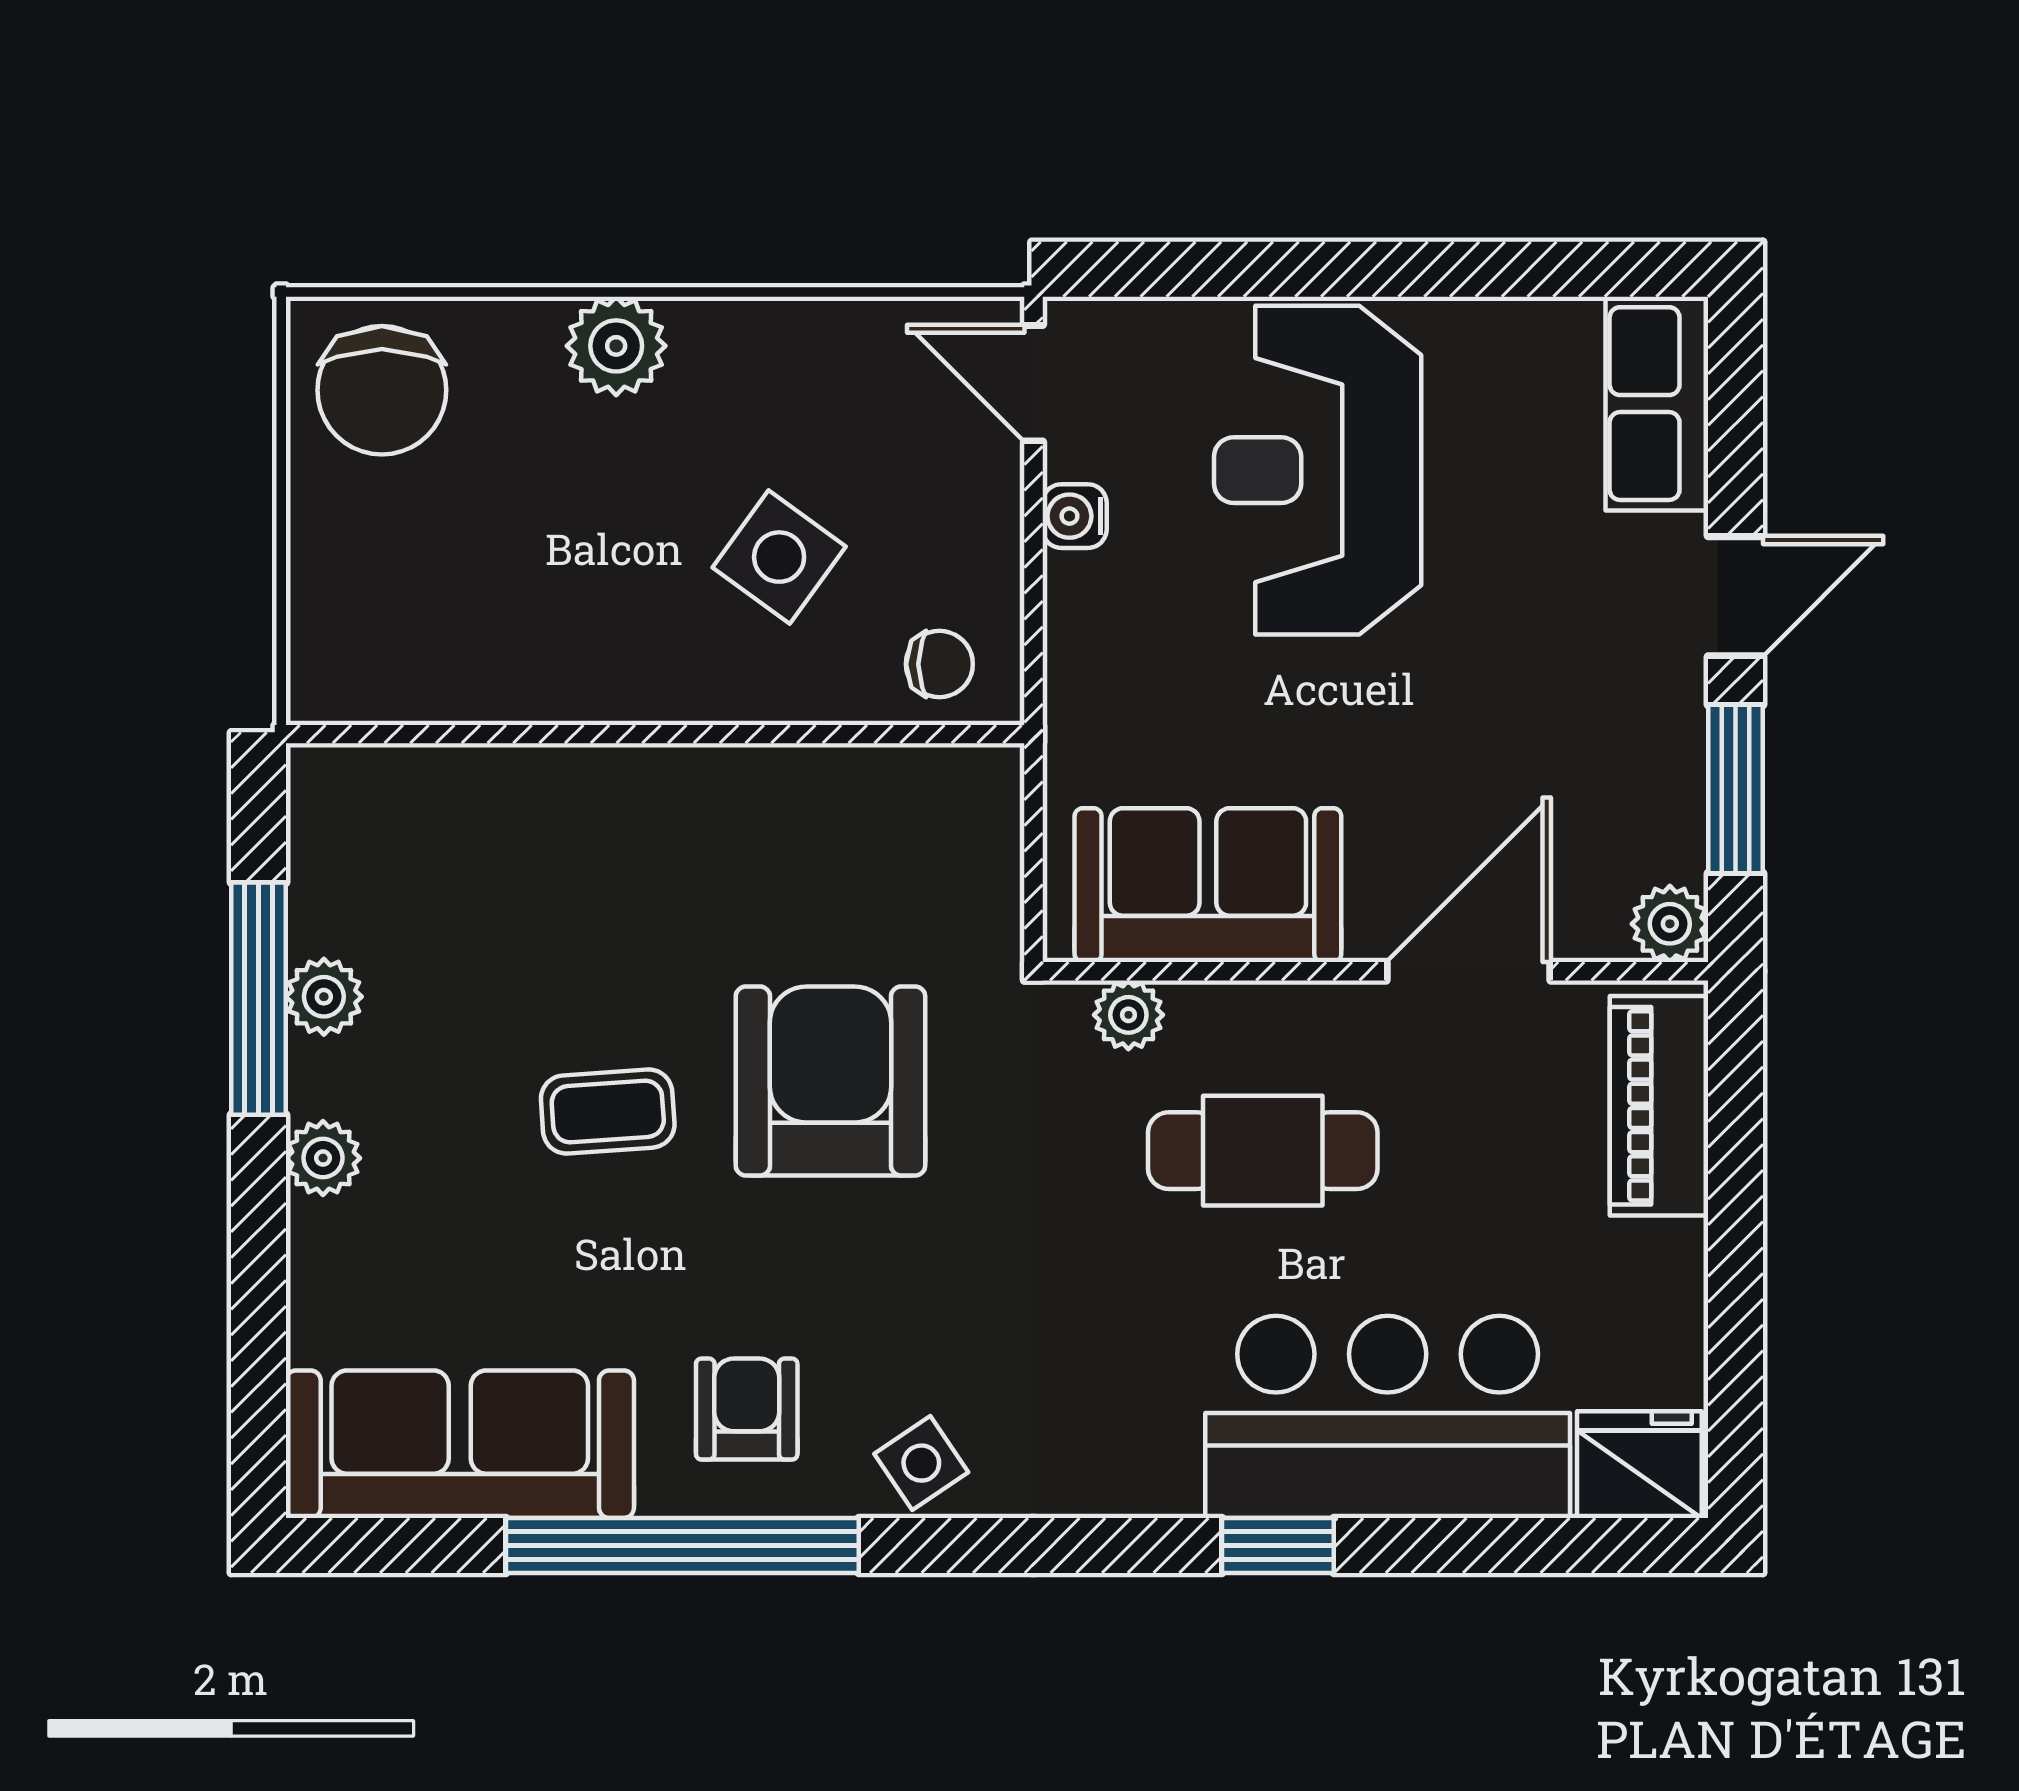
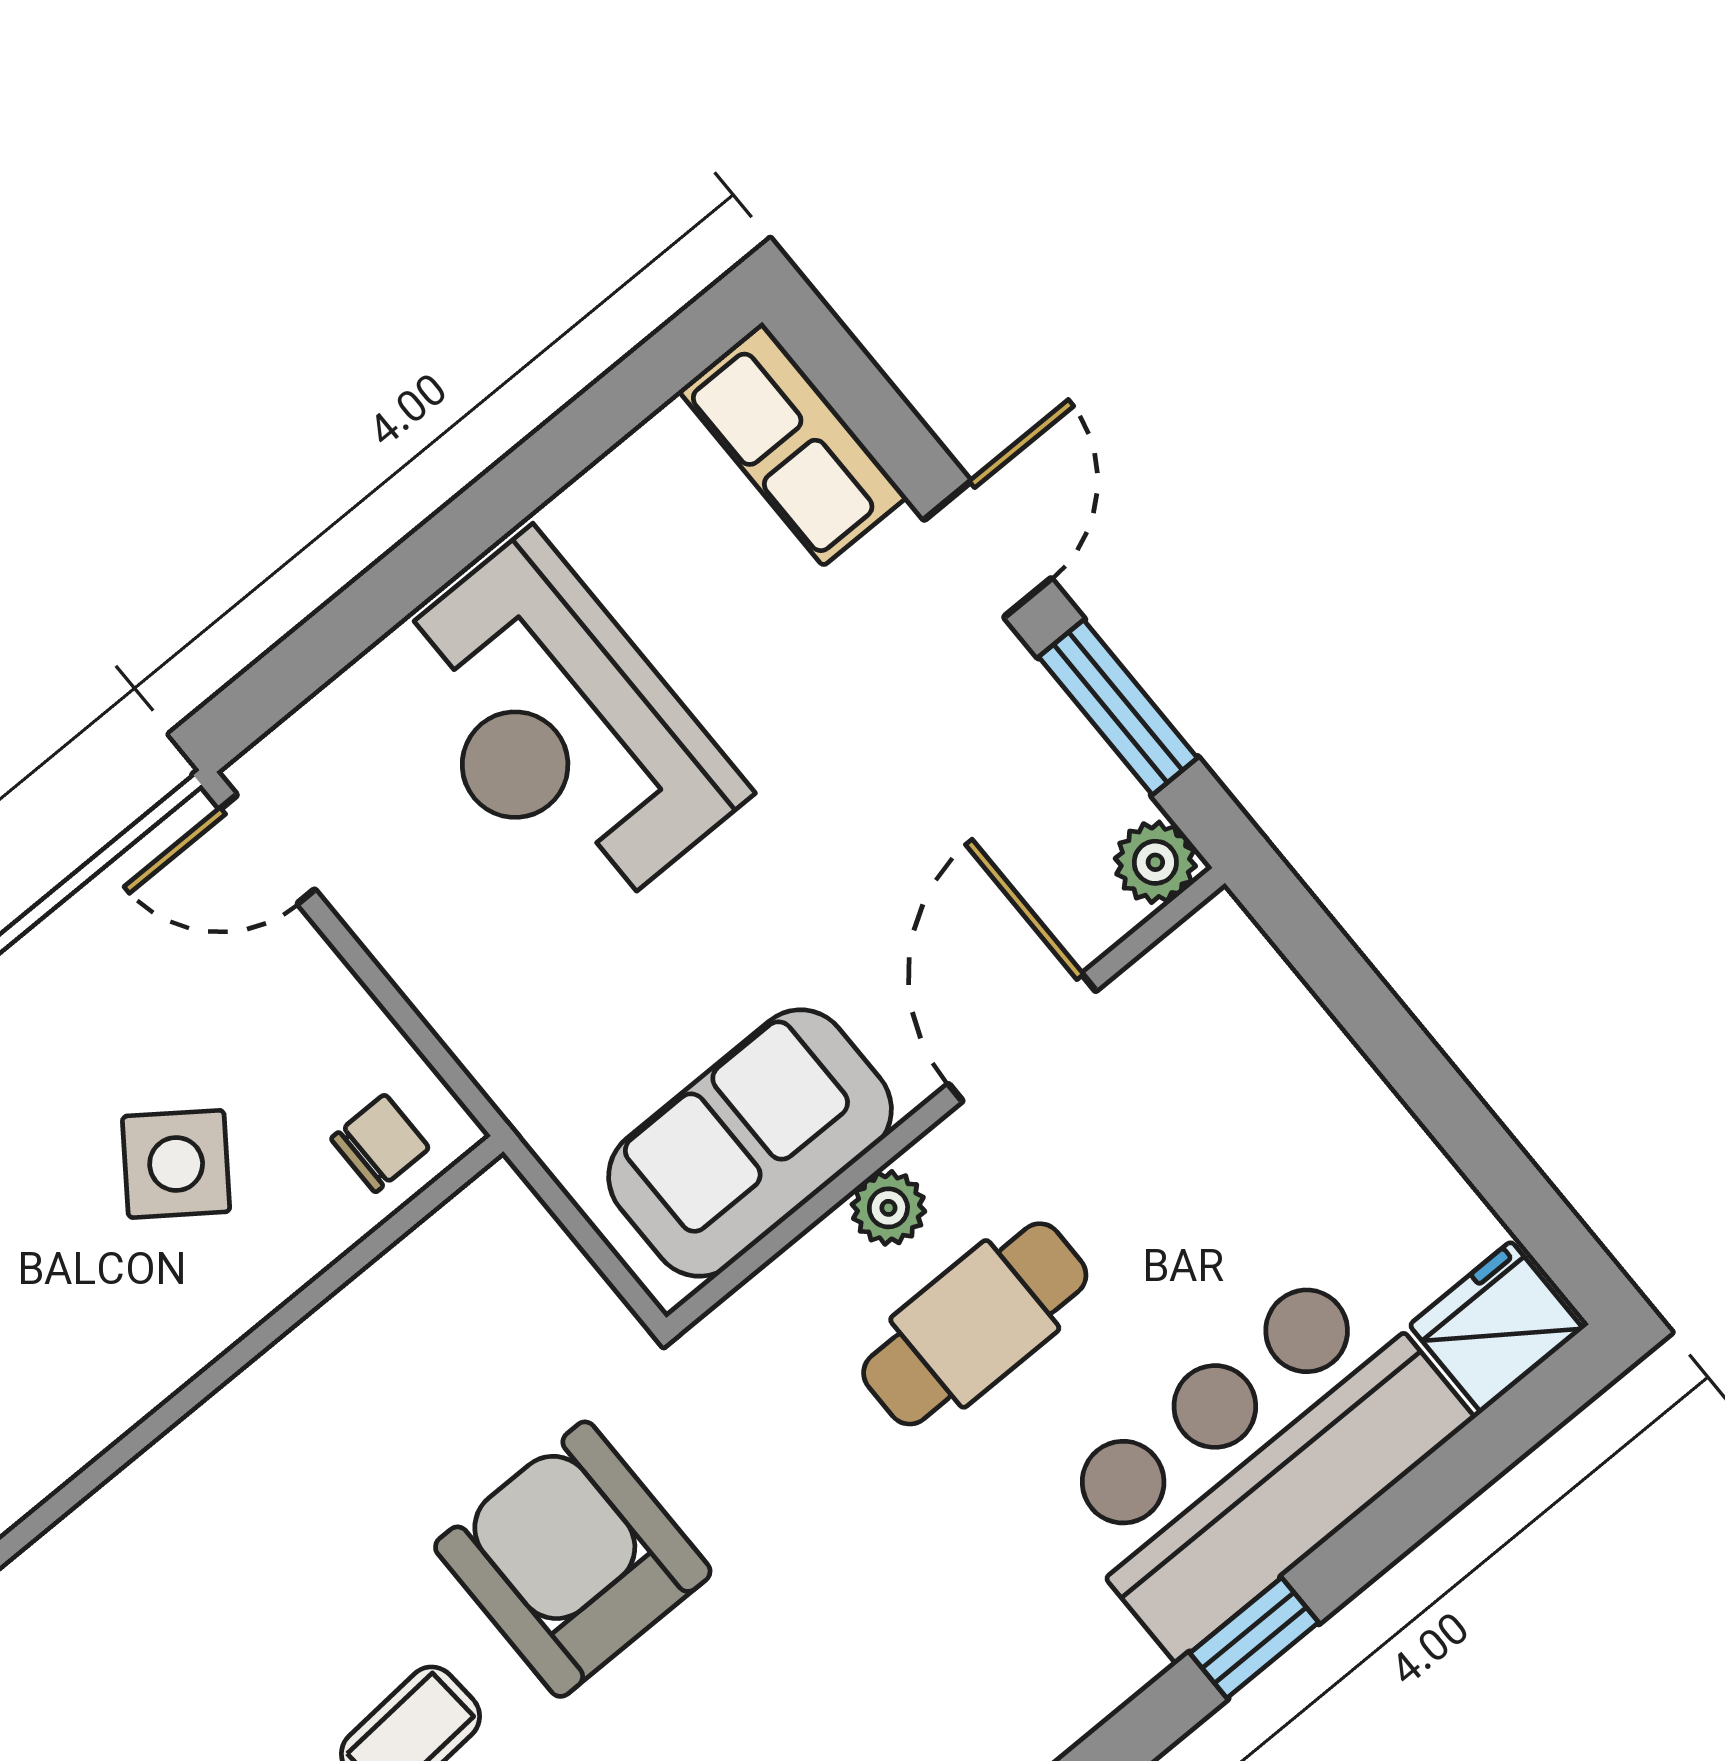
water cooler: (1075, 516) -> (391, 930), removed
plant: (1128, 1015) -> (888, 1208), moved
piano: (1659, 1106) -> (1270, 1019), removed

